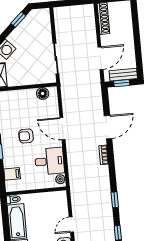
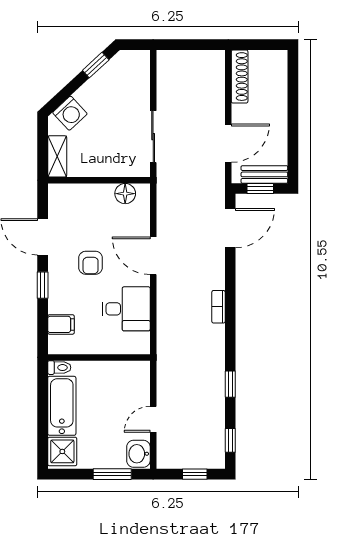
door: (108, 127) -> (230, 228), moved
armchair: (26, 136) -> (91, 263), turned -90
plant: (60, 179) -> (142, 341), removed

